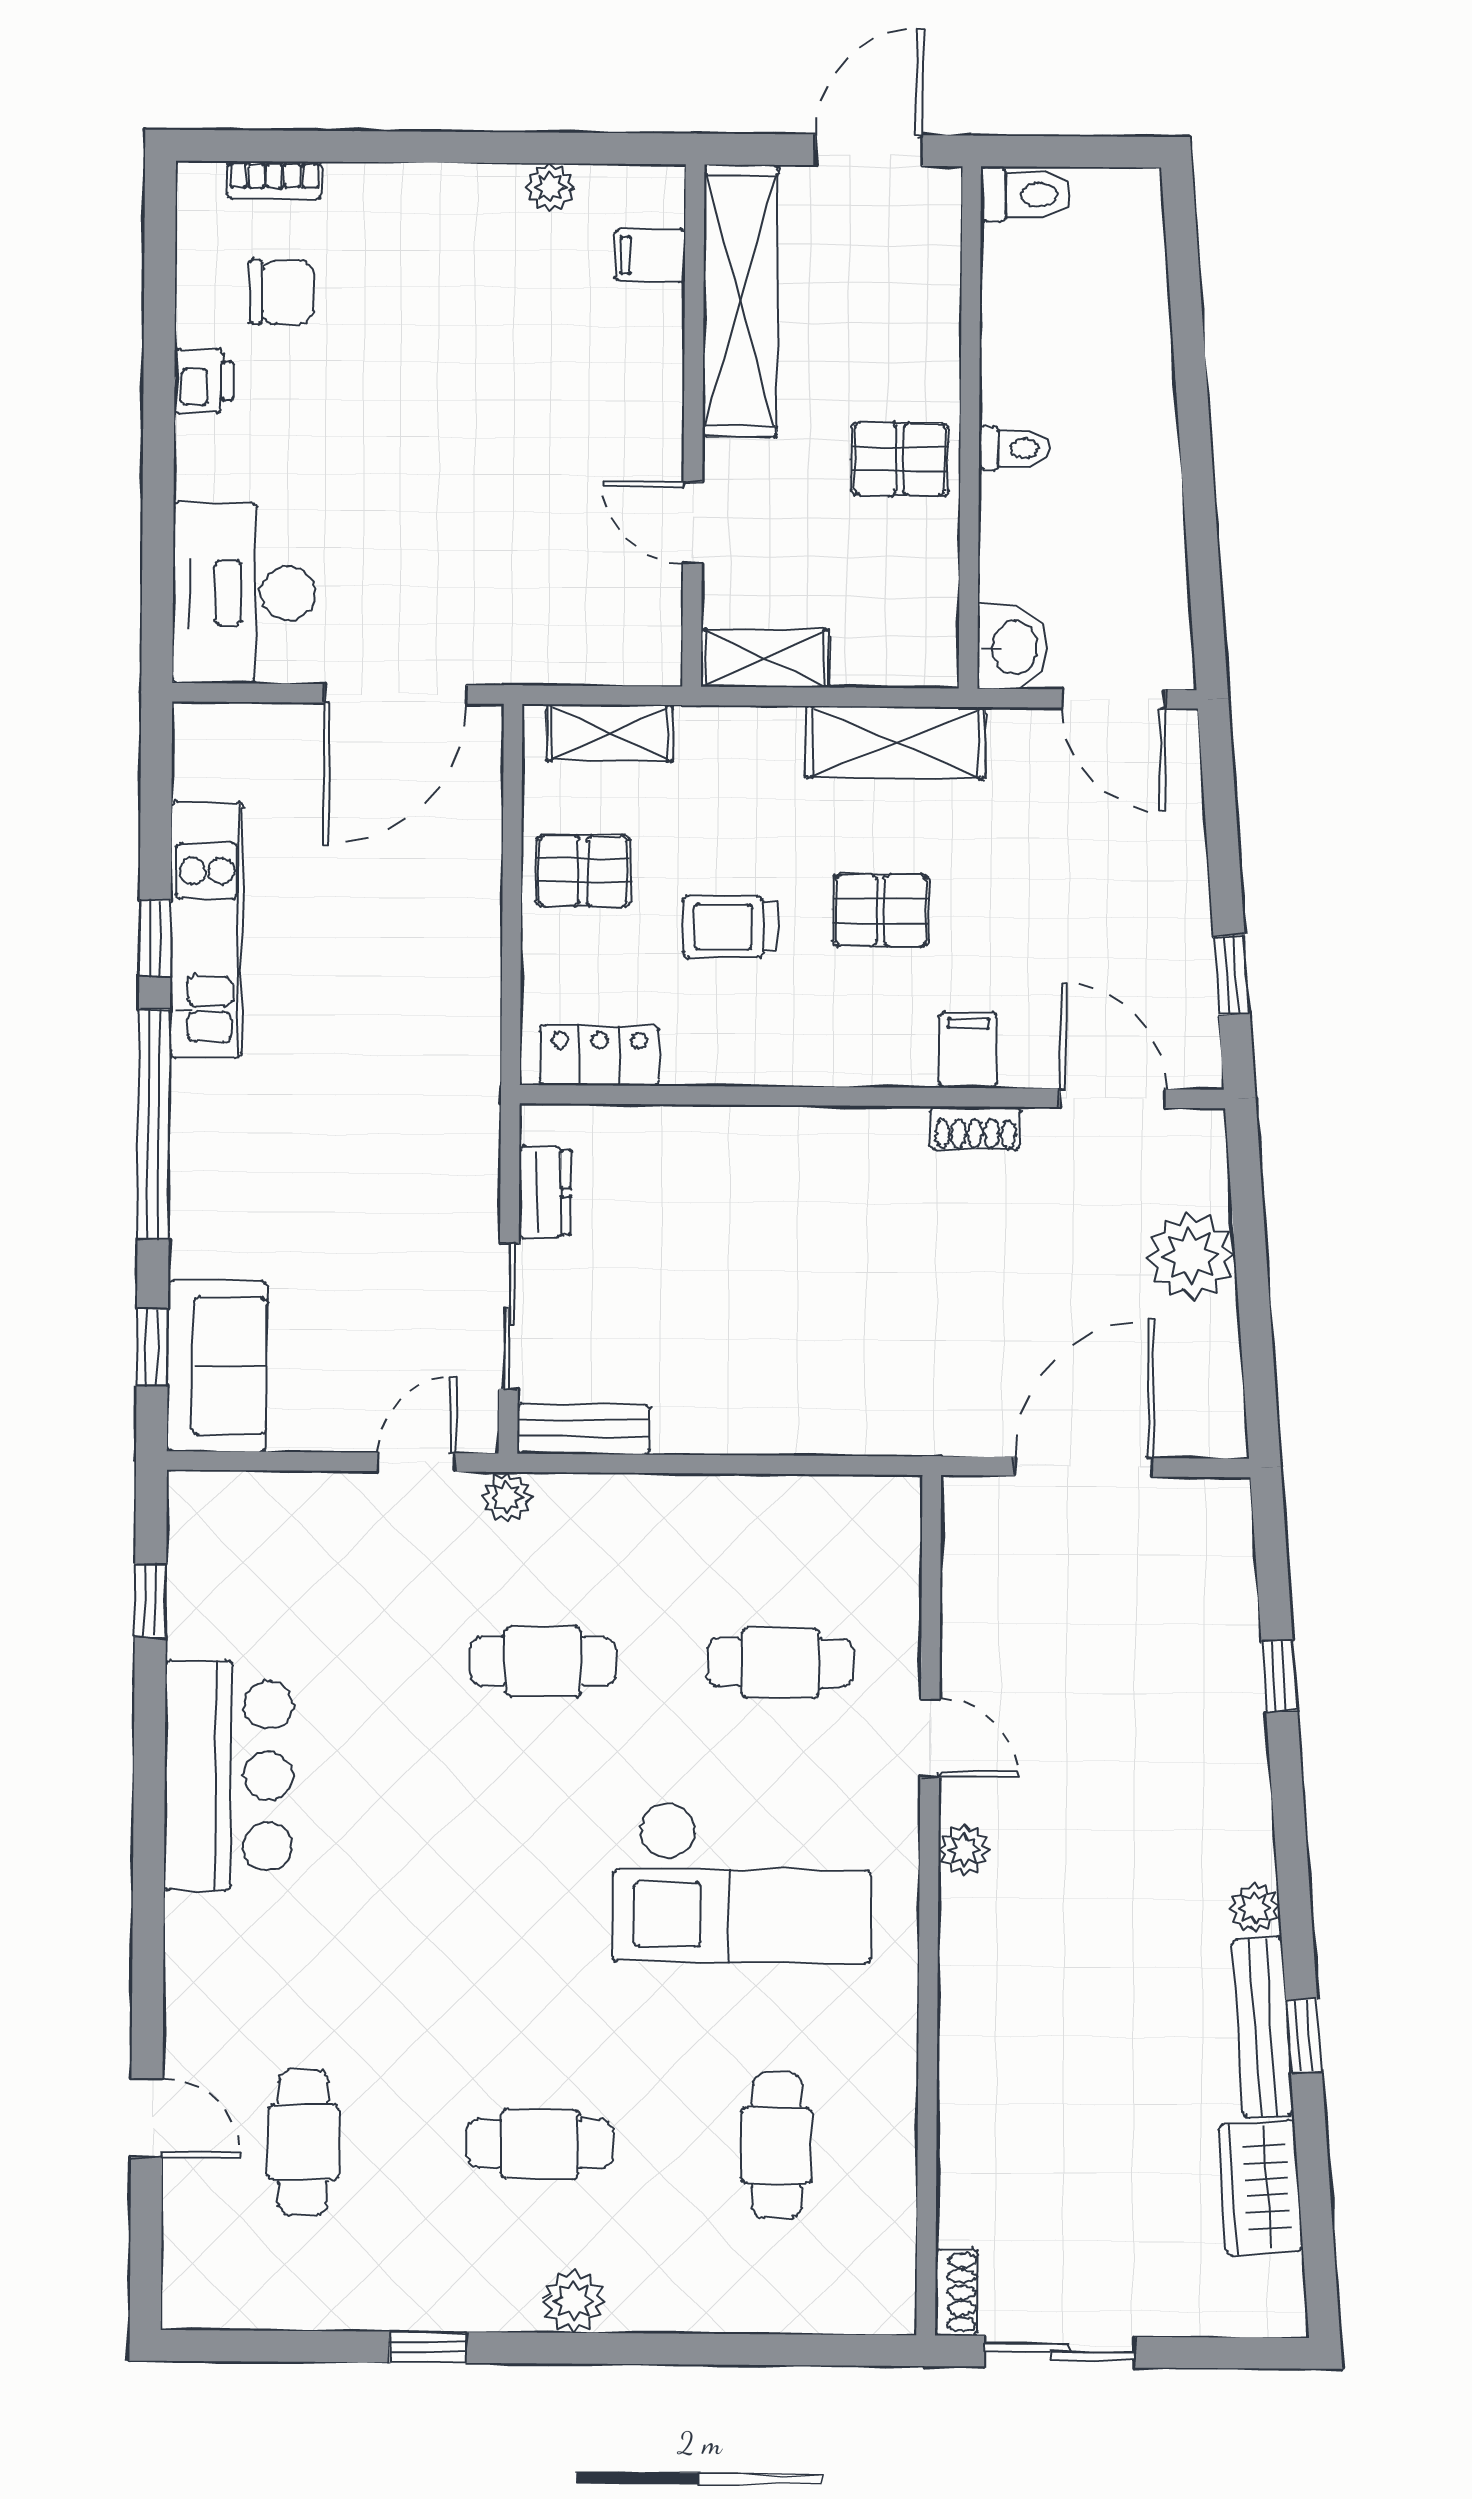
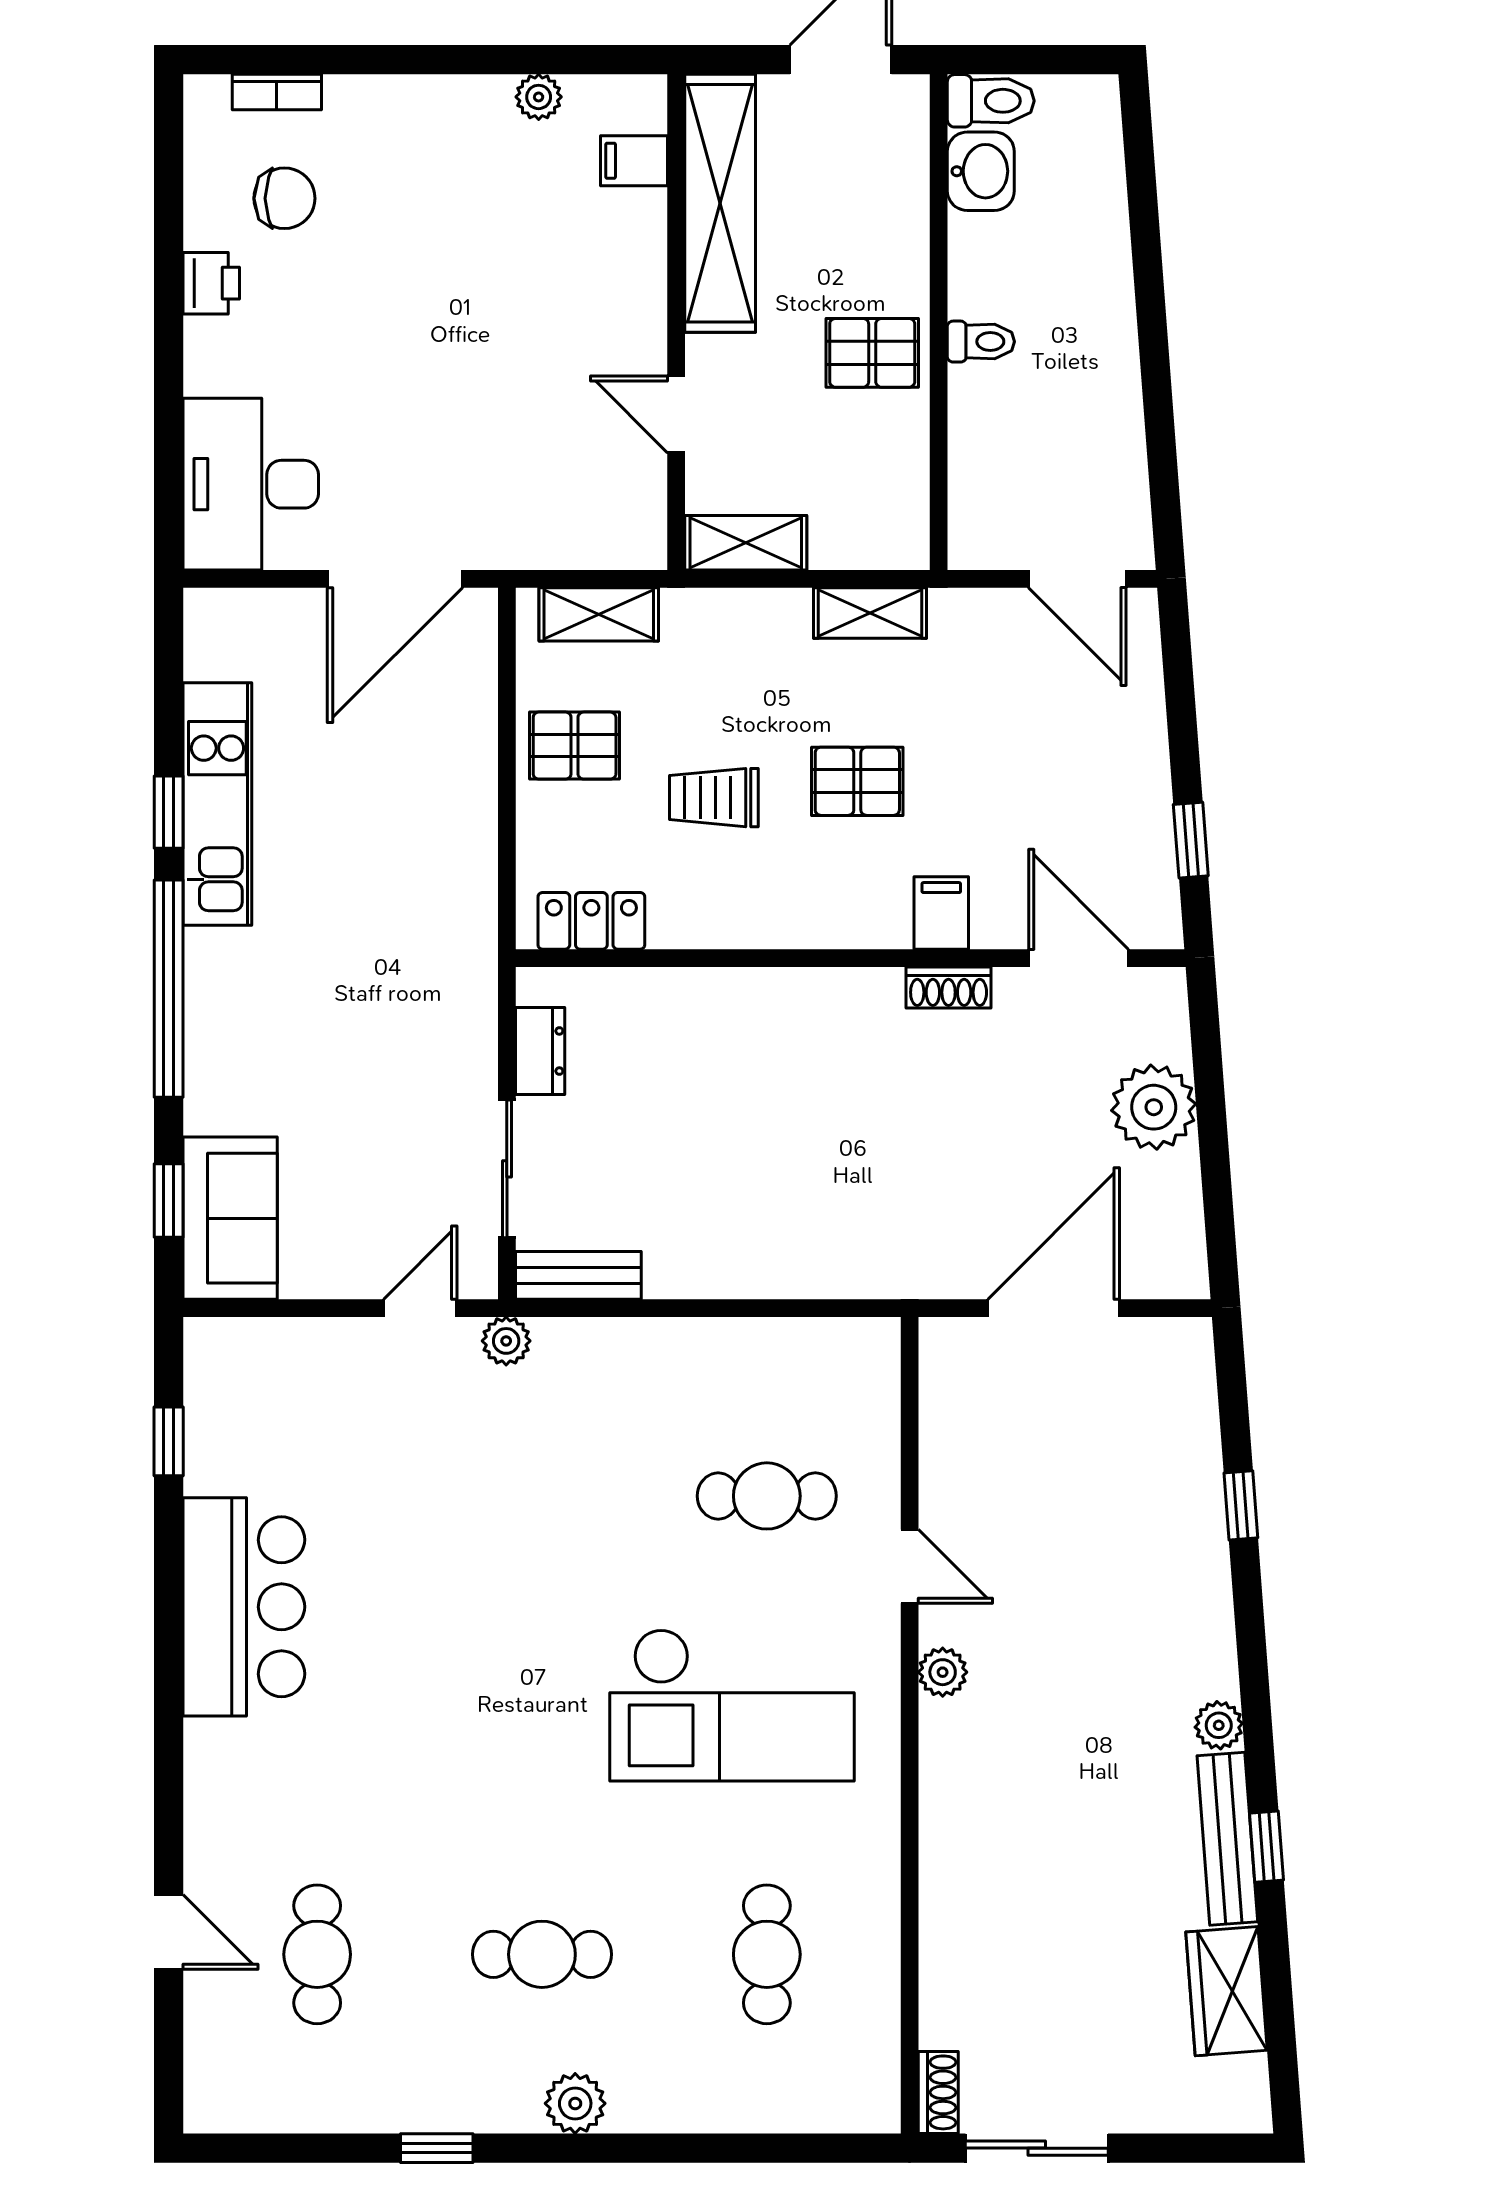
washbasin: (1013, 647) -> (981, 171), moved
shelving: (895, 742) -> (870, 613), width x0.67, depth x0.75
cafe table: (543, 1661) -> (542, 1496), removed

